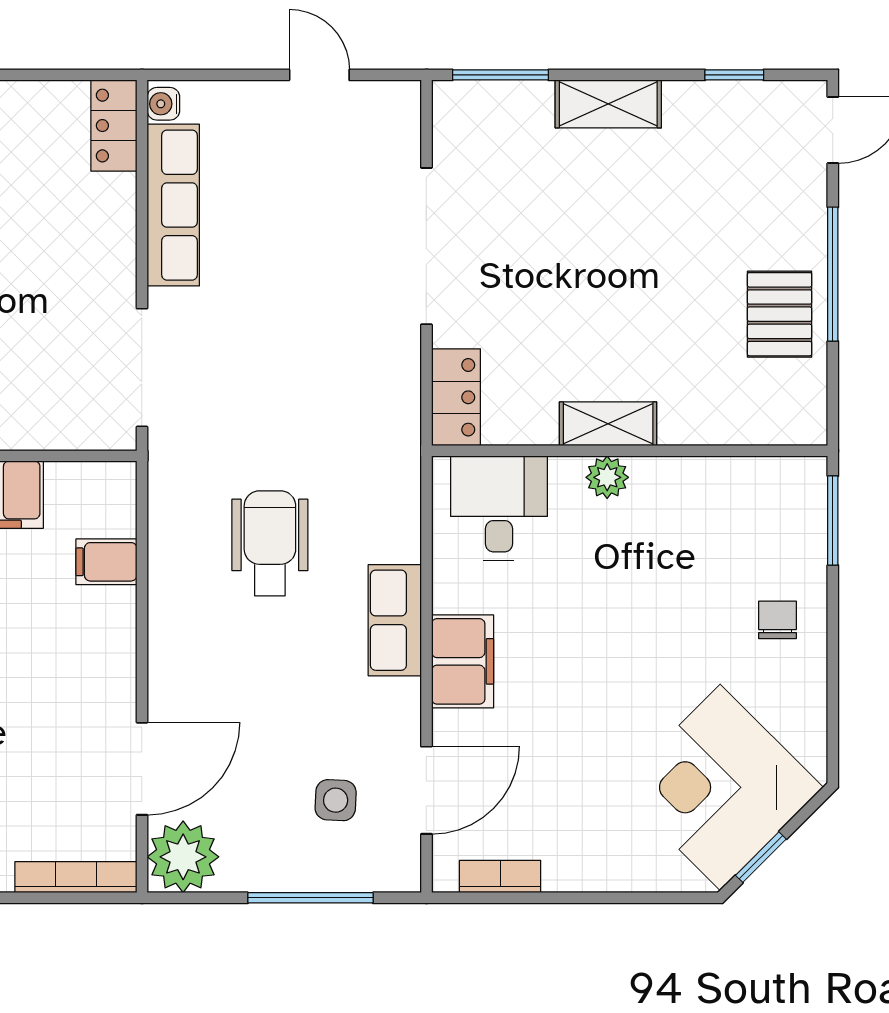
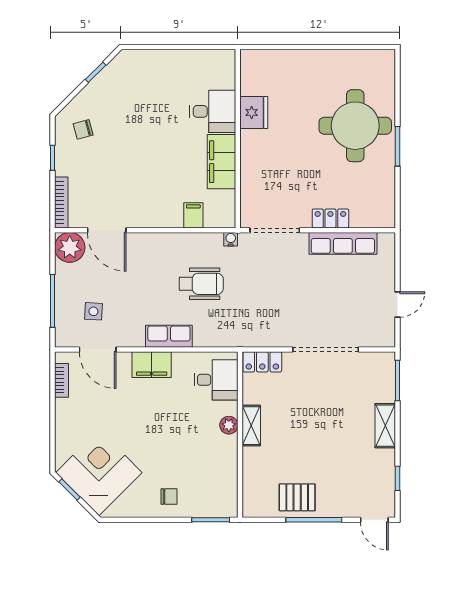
water cooler: (163, 104) -> (231, 239), moved
locker: (114, 126) -> (330, 218), moved

